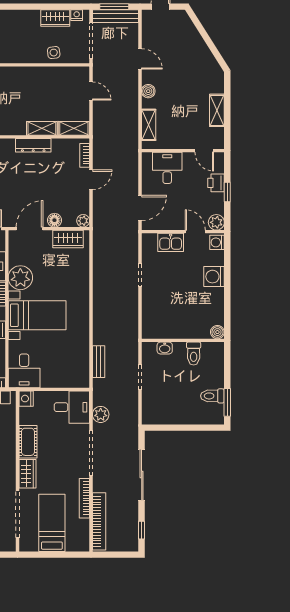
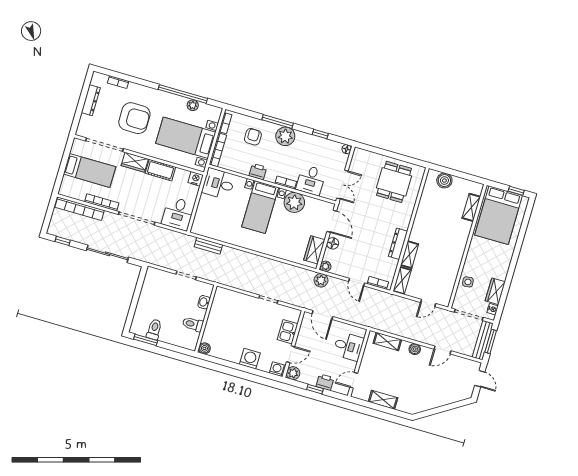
plant: (101, 414) -> (321, 280), moved

